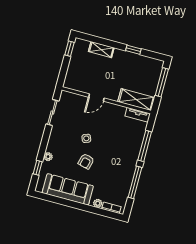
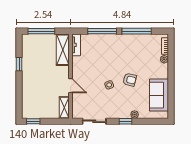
shelving: (101, 50) -> (64, 108), moved
window: (38, 168) -> (125, 121), moved
sofa: (68, 189) -> (159, 95), width x0.73

